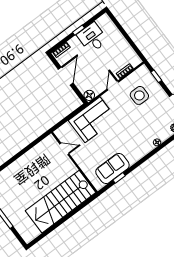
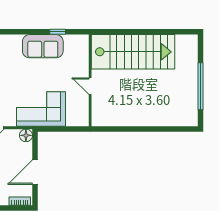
door: (64, 149) -> (90, 86), moved
sofa: (112, 168) -> (43, 46), moved

